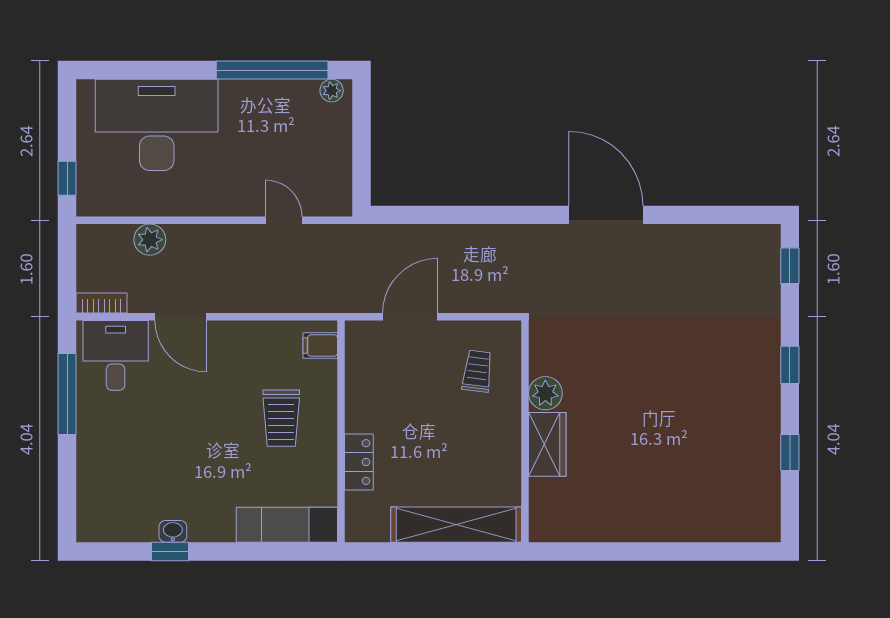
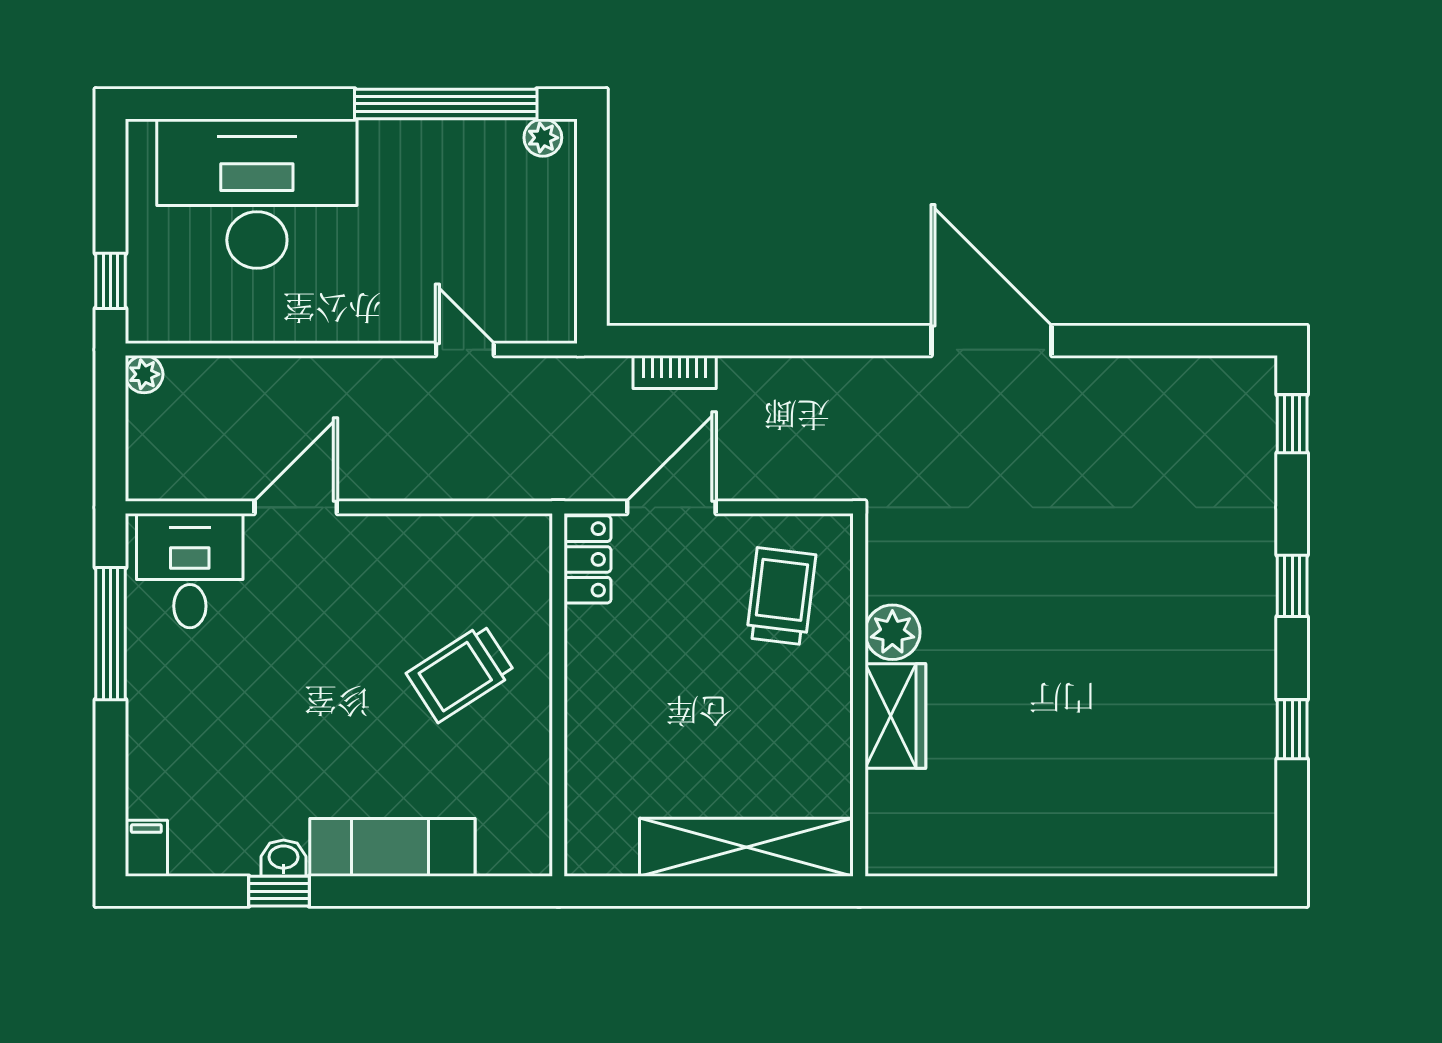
plant: (150, 240) -> (144, 374), moved, width x0.73, depth x0.73
bookcase: (102, 303) -> (675, 372), moved, turned 180
door: (180, 317) -> (296, 507), swing flipped
filing cabinet: (320, 345) -> (146, 848), moved, turned 90
trolley: (477, 371) -> (781, 596), width x1.36, depth x1.39
trolley: (281, 418) -> (461, 673), turned 57
locker: (359, 462) -> (588, 559), moved
exam couch: (287, 525) -> (392, 847), moved

